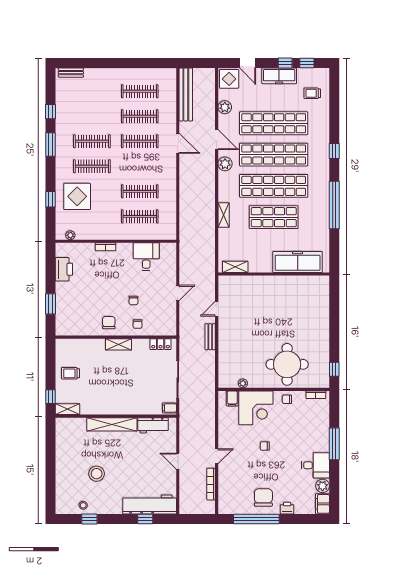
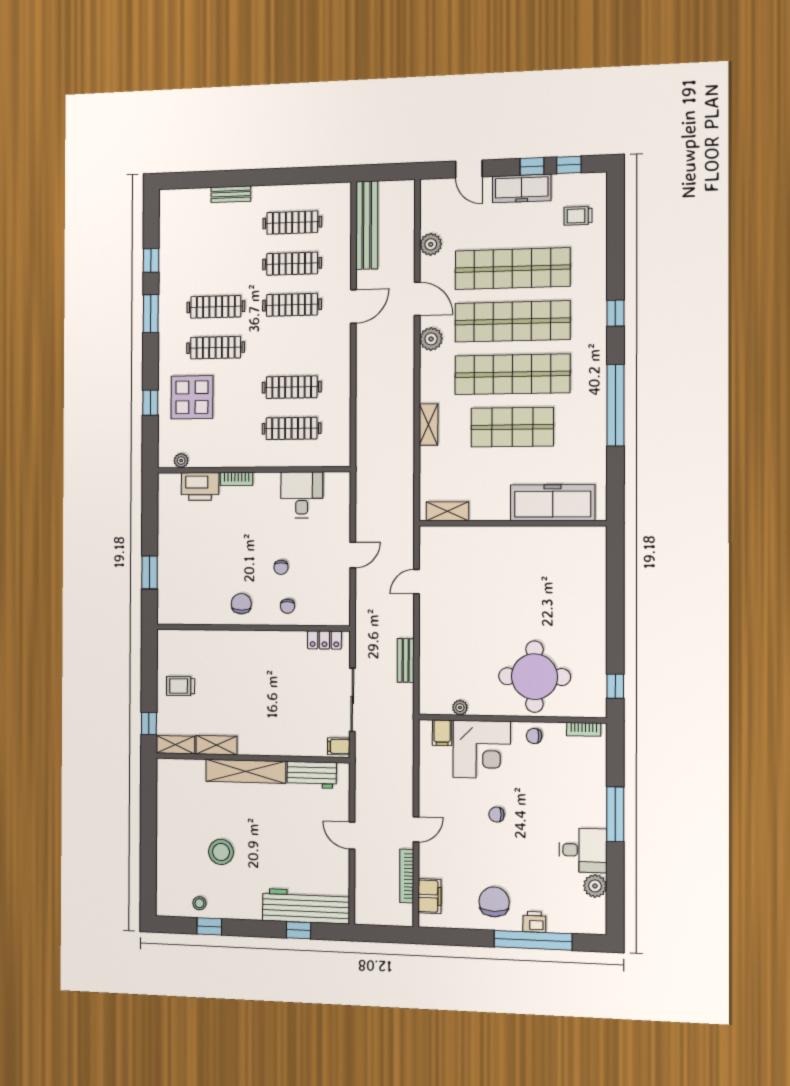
bench: (71, 73) -> (231, 194), moved
display table: (229, 79) -> (438, 197), removed
door: (178, 143) -> (353, 306), hinge flipped
printer: (64, 269) -> (200, 486), moved, turned 90
bench: (210, 337) -> (406, 660), moved
shelving: (118, 344) -> (217, 745), moved
filing cabinet: (323, 504) -> (430, 896), moved, turned 180
window: (256, 519) -> (533, 940), moved

